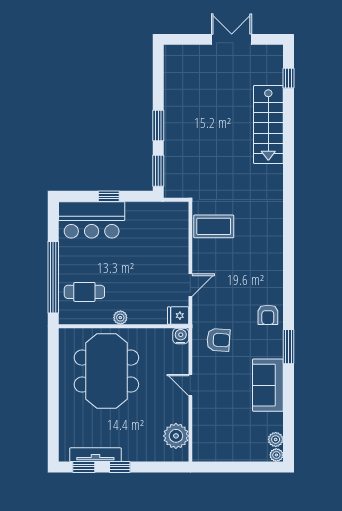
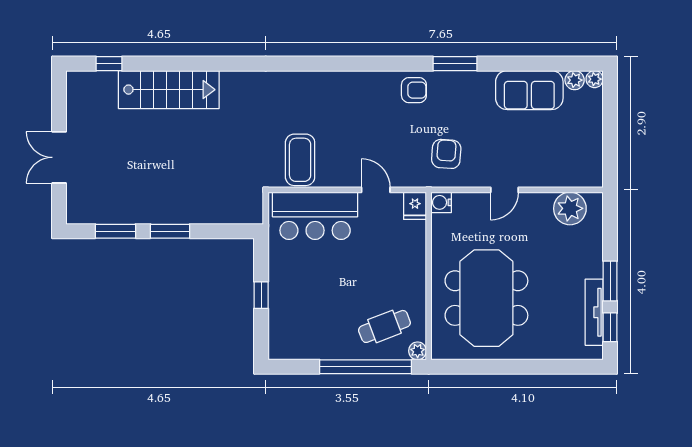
double door: (232, 39) -> (59, 157), moved
window: (158, 171) -> (115, 231), moved
bar counter: (92, 220) -> (315, 216), moved, turned 90
cafe table: (84, 292) -> (384, 326), turned 69
plant: (120, 318) -> (418, 351), moved
meeting table: (106, 371) -> (486, 298), turned 90
sofa: (268, 385) -> (529, 90), moved
window: (120, 467) -> (610, 281), width x1.50

